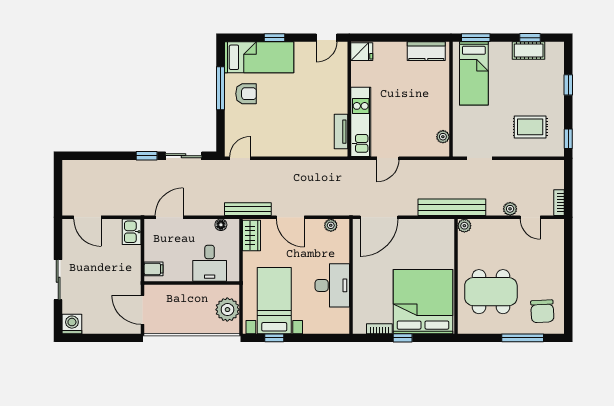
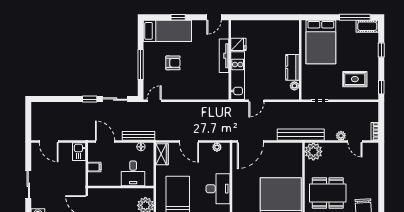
window: (476, 38) -> (317, 17), removed
window: (530, 38) -> (355, 17), width x2.17
kitchen counter: (426, 51) -> (292, 67), moved, turned 90
cot: (529, 51) -> (367, 26), moved
fridge: (362, 52) -> (238, 44), moved
bed: (474, 73) -> (321, 42), width x1.50
window: (221, 88) -> (141, 64), moved
armchair: (246, 94) -> (173, 63), moved
tv unit: (341, 132) -> (224, 56), moved, width x1.41
bench: (248, 209) -> (139, 136), moved
door: (169, 217) -> (105, 142), hinge flipped
plant: (464, 226) -> (313, 152), width x1.88, depth x1.88
filing cabinet: (154, 269) -> (94, 167), moved

